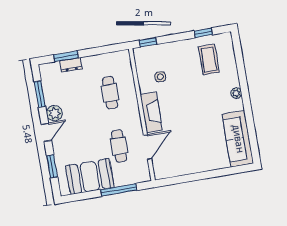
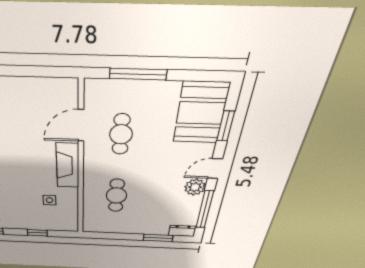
window: (148, 42) -> (37, 233), moved
dresser: (71, 65) -> (182, 231), moved
window: (40, 94) -> (205, 209), width x1.44
booth: (90, 176) -> (201, 113), moved, turned 90

